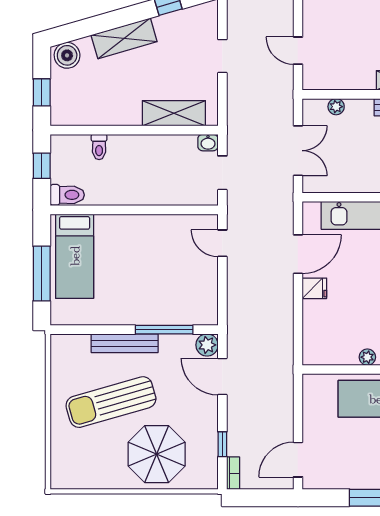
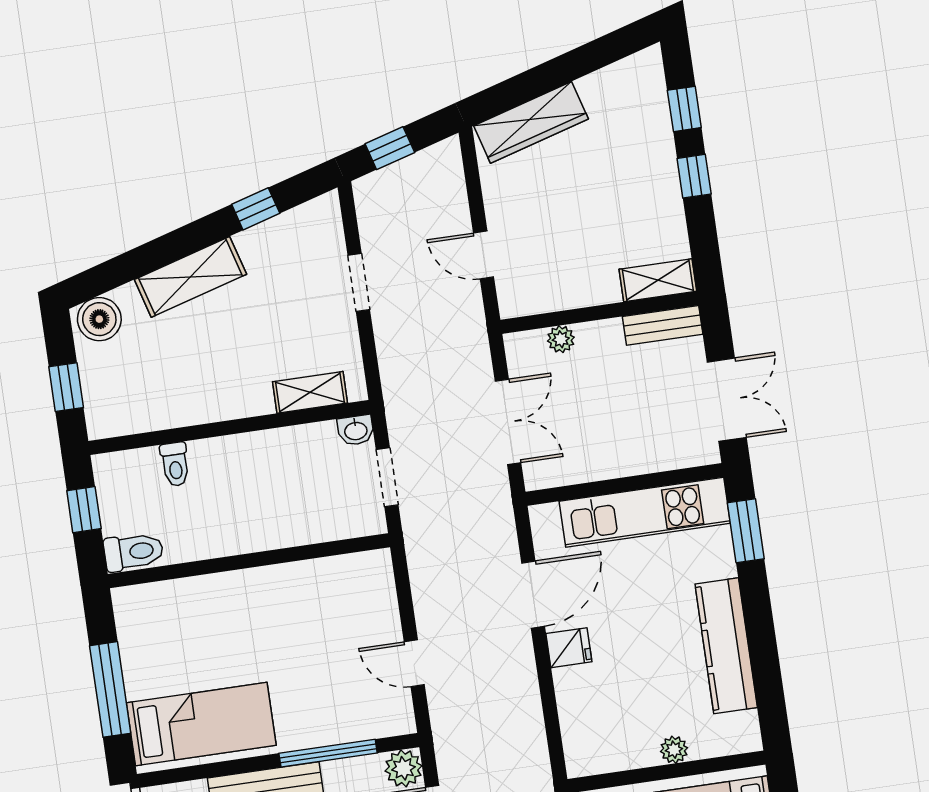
shelving: (174, 113) -> (310, 392), width x0.67, depth x0.75
door: (222, 243) -> (414, 663), moved
bed: (75, 256) -> (201, 724), moved, turned -90

